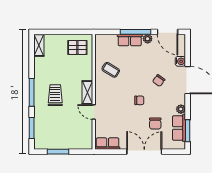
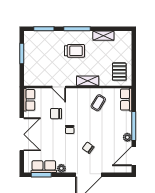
row of seats: (130, 40) -> (126, 100), moved
shelving: (39, 45) -> (103, 36), moved
water cooler: (180, 61) -> (106, 168), removed
shelving: (87, 92) -> (88, 81), moved
door: (94, 112) -> (59, 87), swing flipped
chair: (155, 124) -> (56, 114), moved

